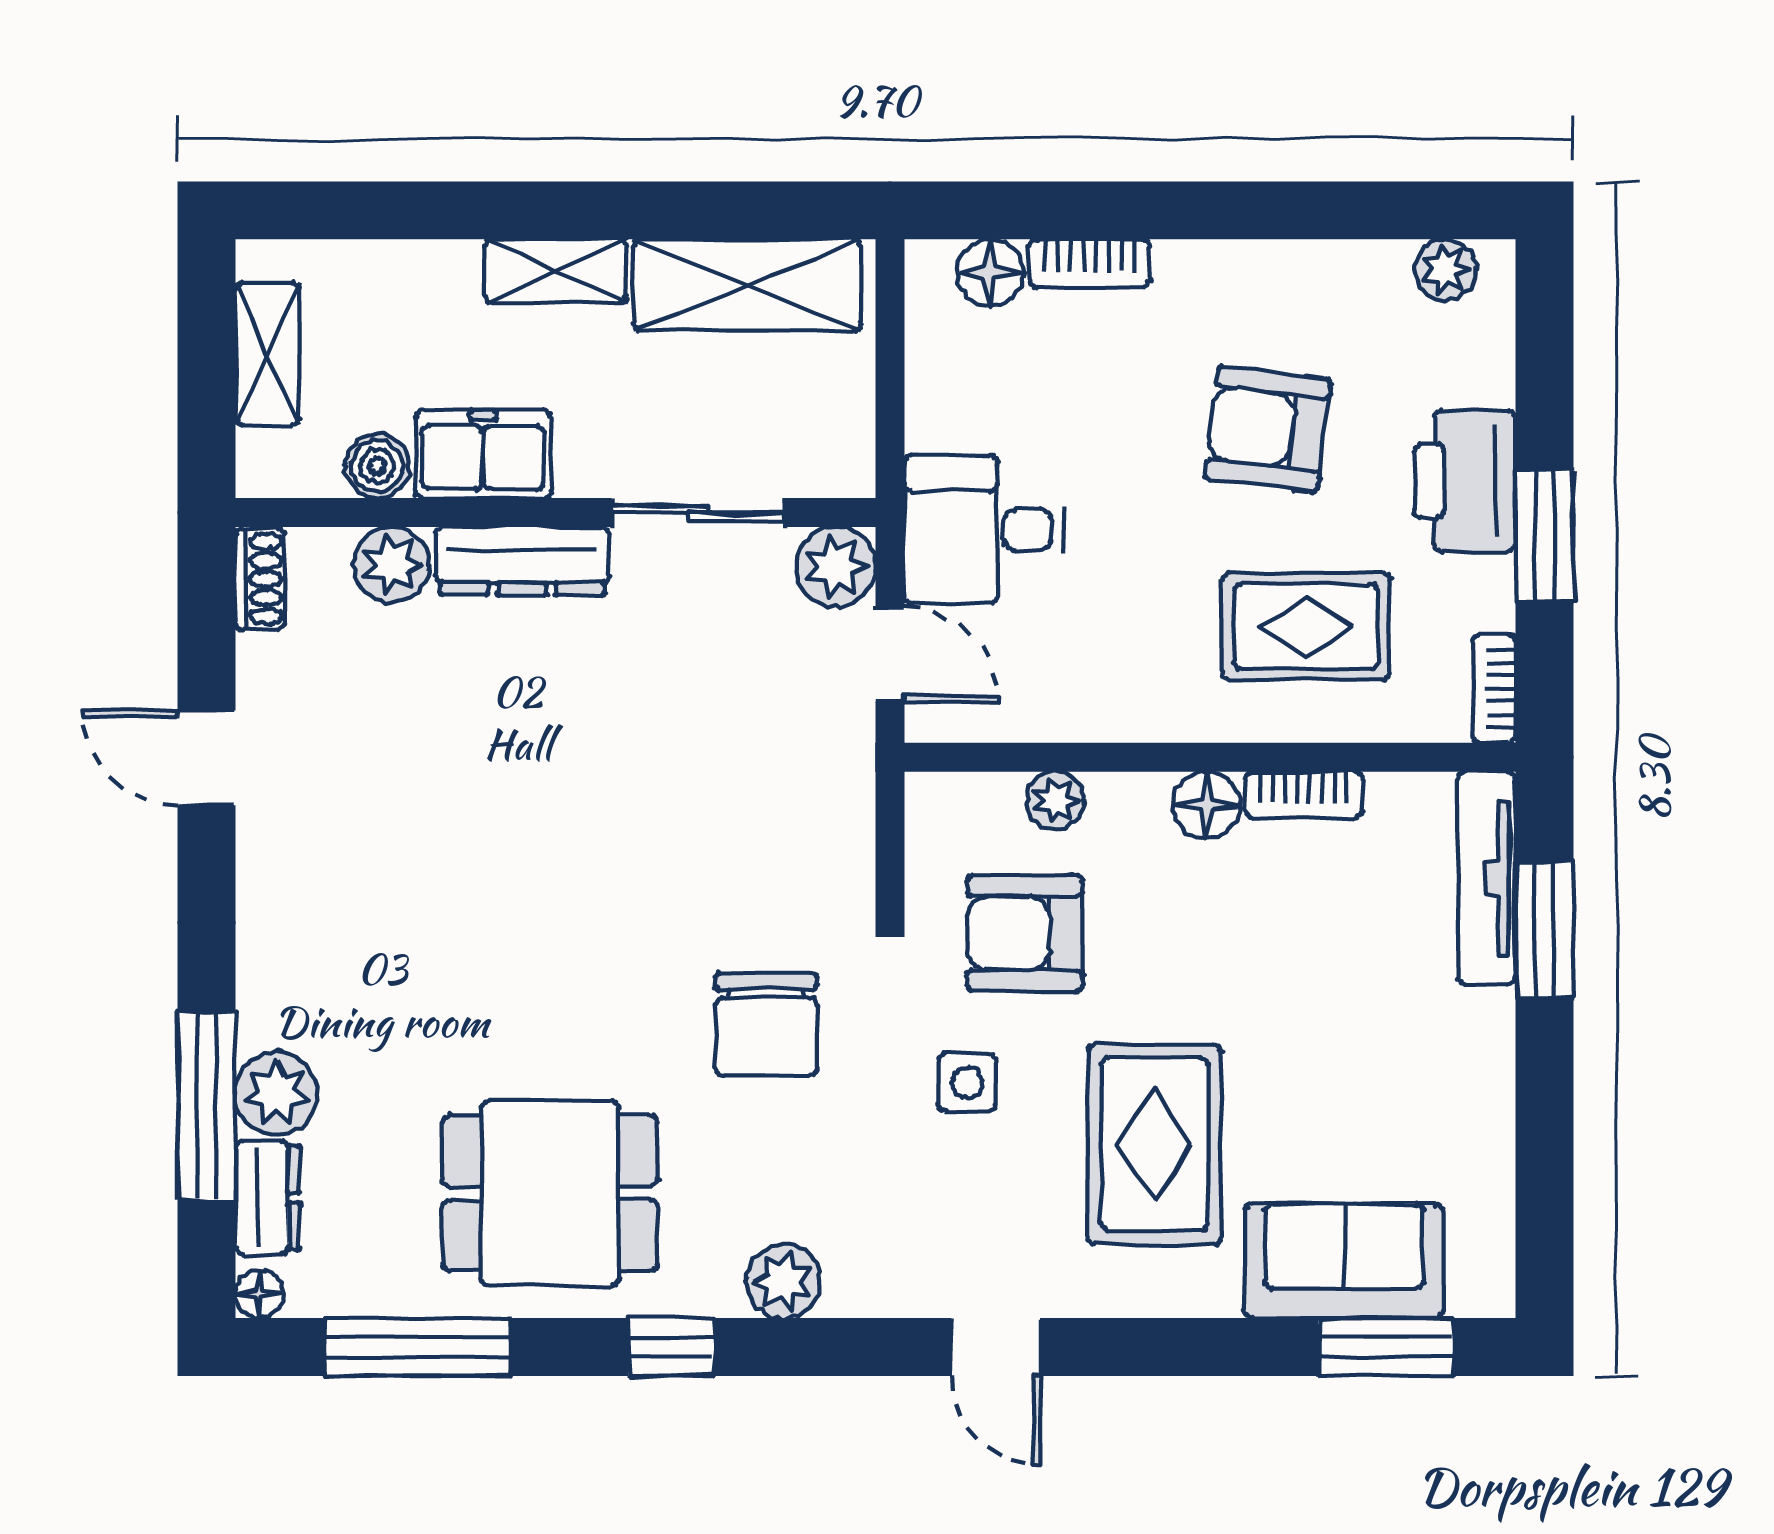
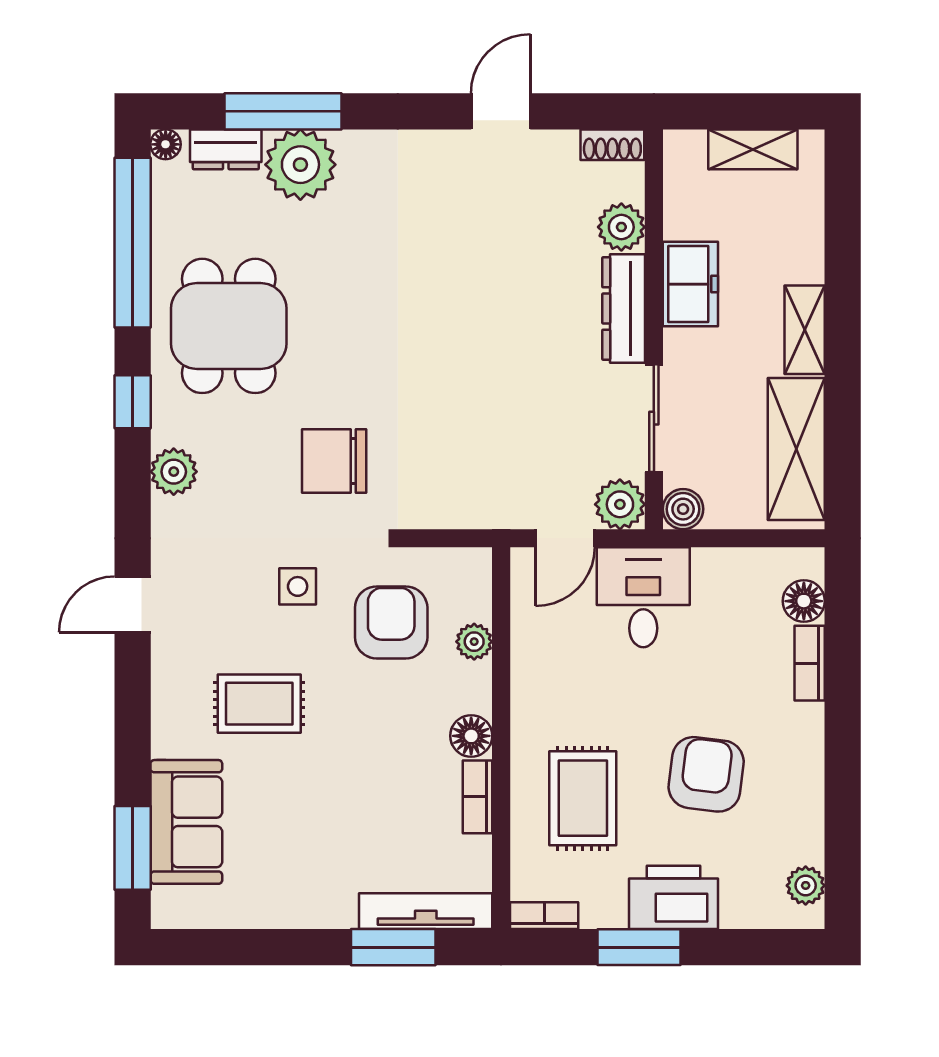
boiler: (377, 466) -> (683, 509), moved
plant: (277, 1093) -> (300, 165), width x1.36, depth x1.36
rug: (1155, 1144) -> (259, 704), width x0.73, depth x0.70
window: (417, 1347) -> (133, 243), width x1.46

